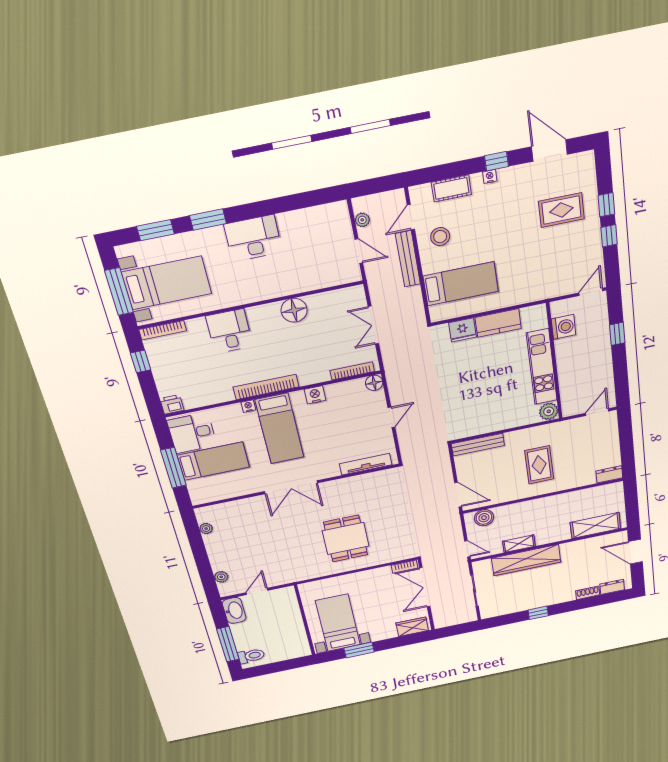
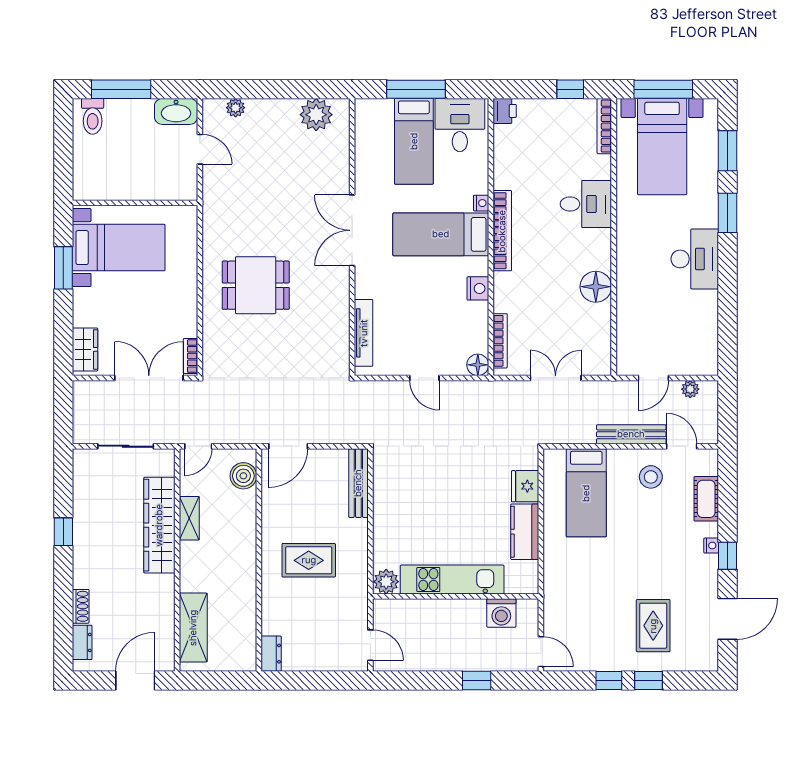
plant: (206, 529) -> (316, 115), width x1.88, depth x1.88

